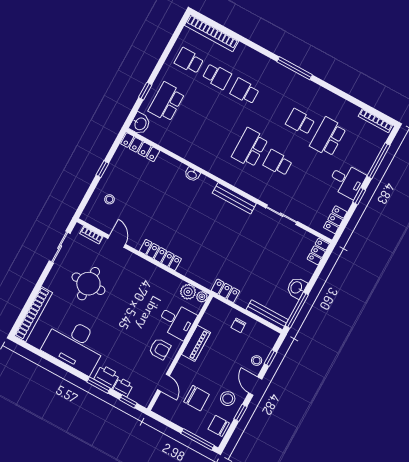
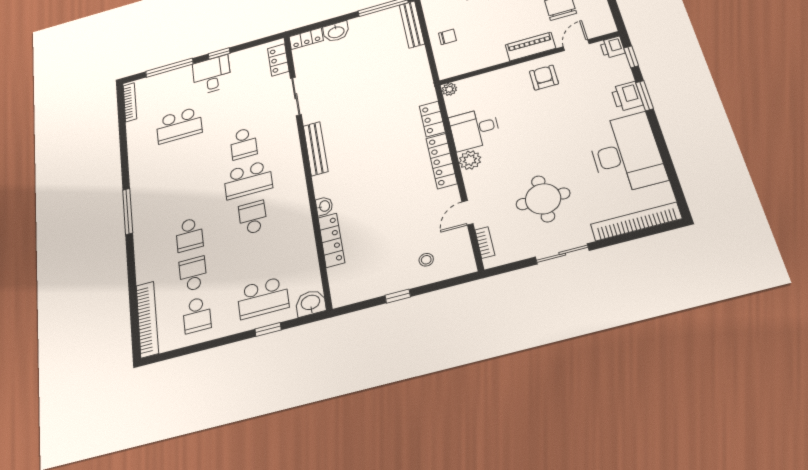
school desk: (300, 122) -> (253, 218), moved, turned 180
locker: (140, 147) -> (331, 240), moved
locker: (335, 220) -> (278, 60), moved, turned 90
sliding door: (60, 247) -> (562, 254), moved
washbasin: (297, 288) -> (336, 32), moved
locker: (225, 291) -> (432, 119), moved
plant: (188, 292) -> (470, 160), moved
desk: (177, 321) -> (475, 129), moved, turned -90
piano: (196, 343) -> (530, 47), moved
printer: (123, 387) -> (612, 47), moved

